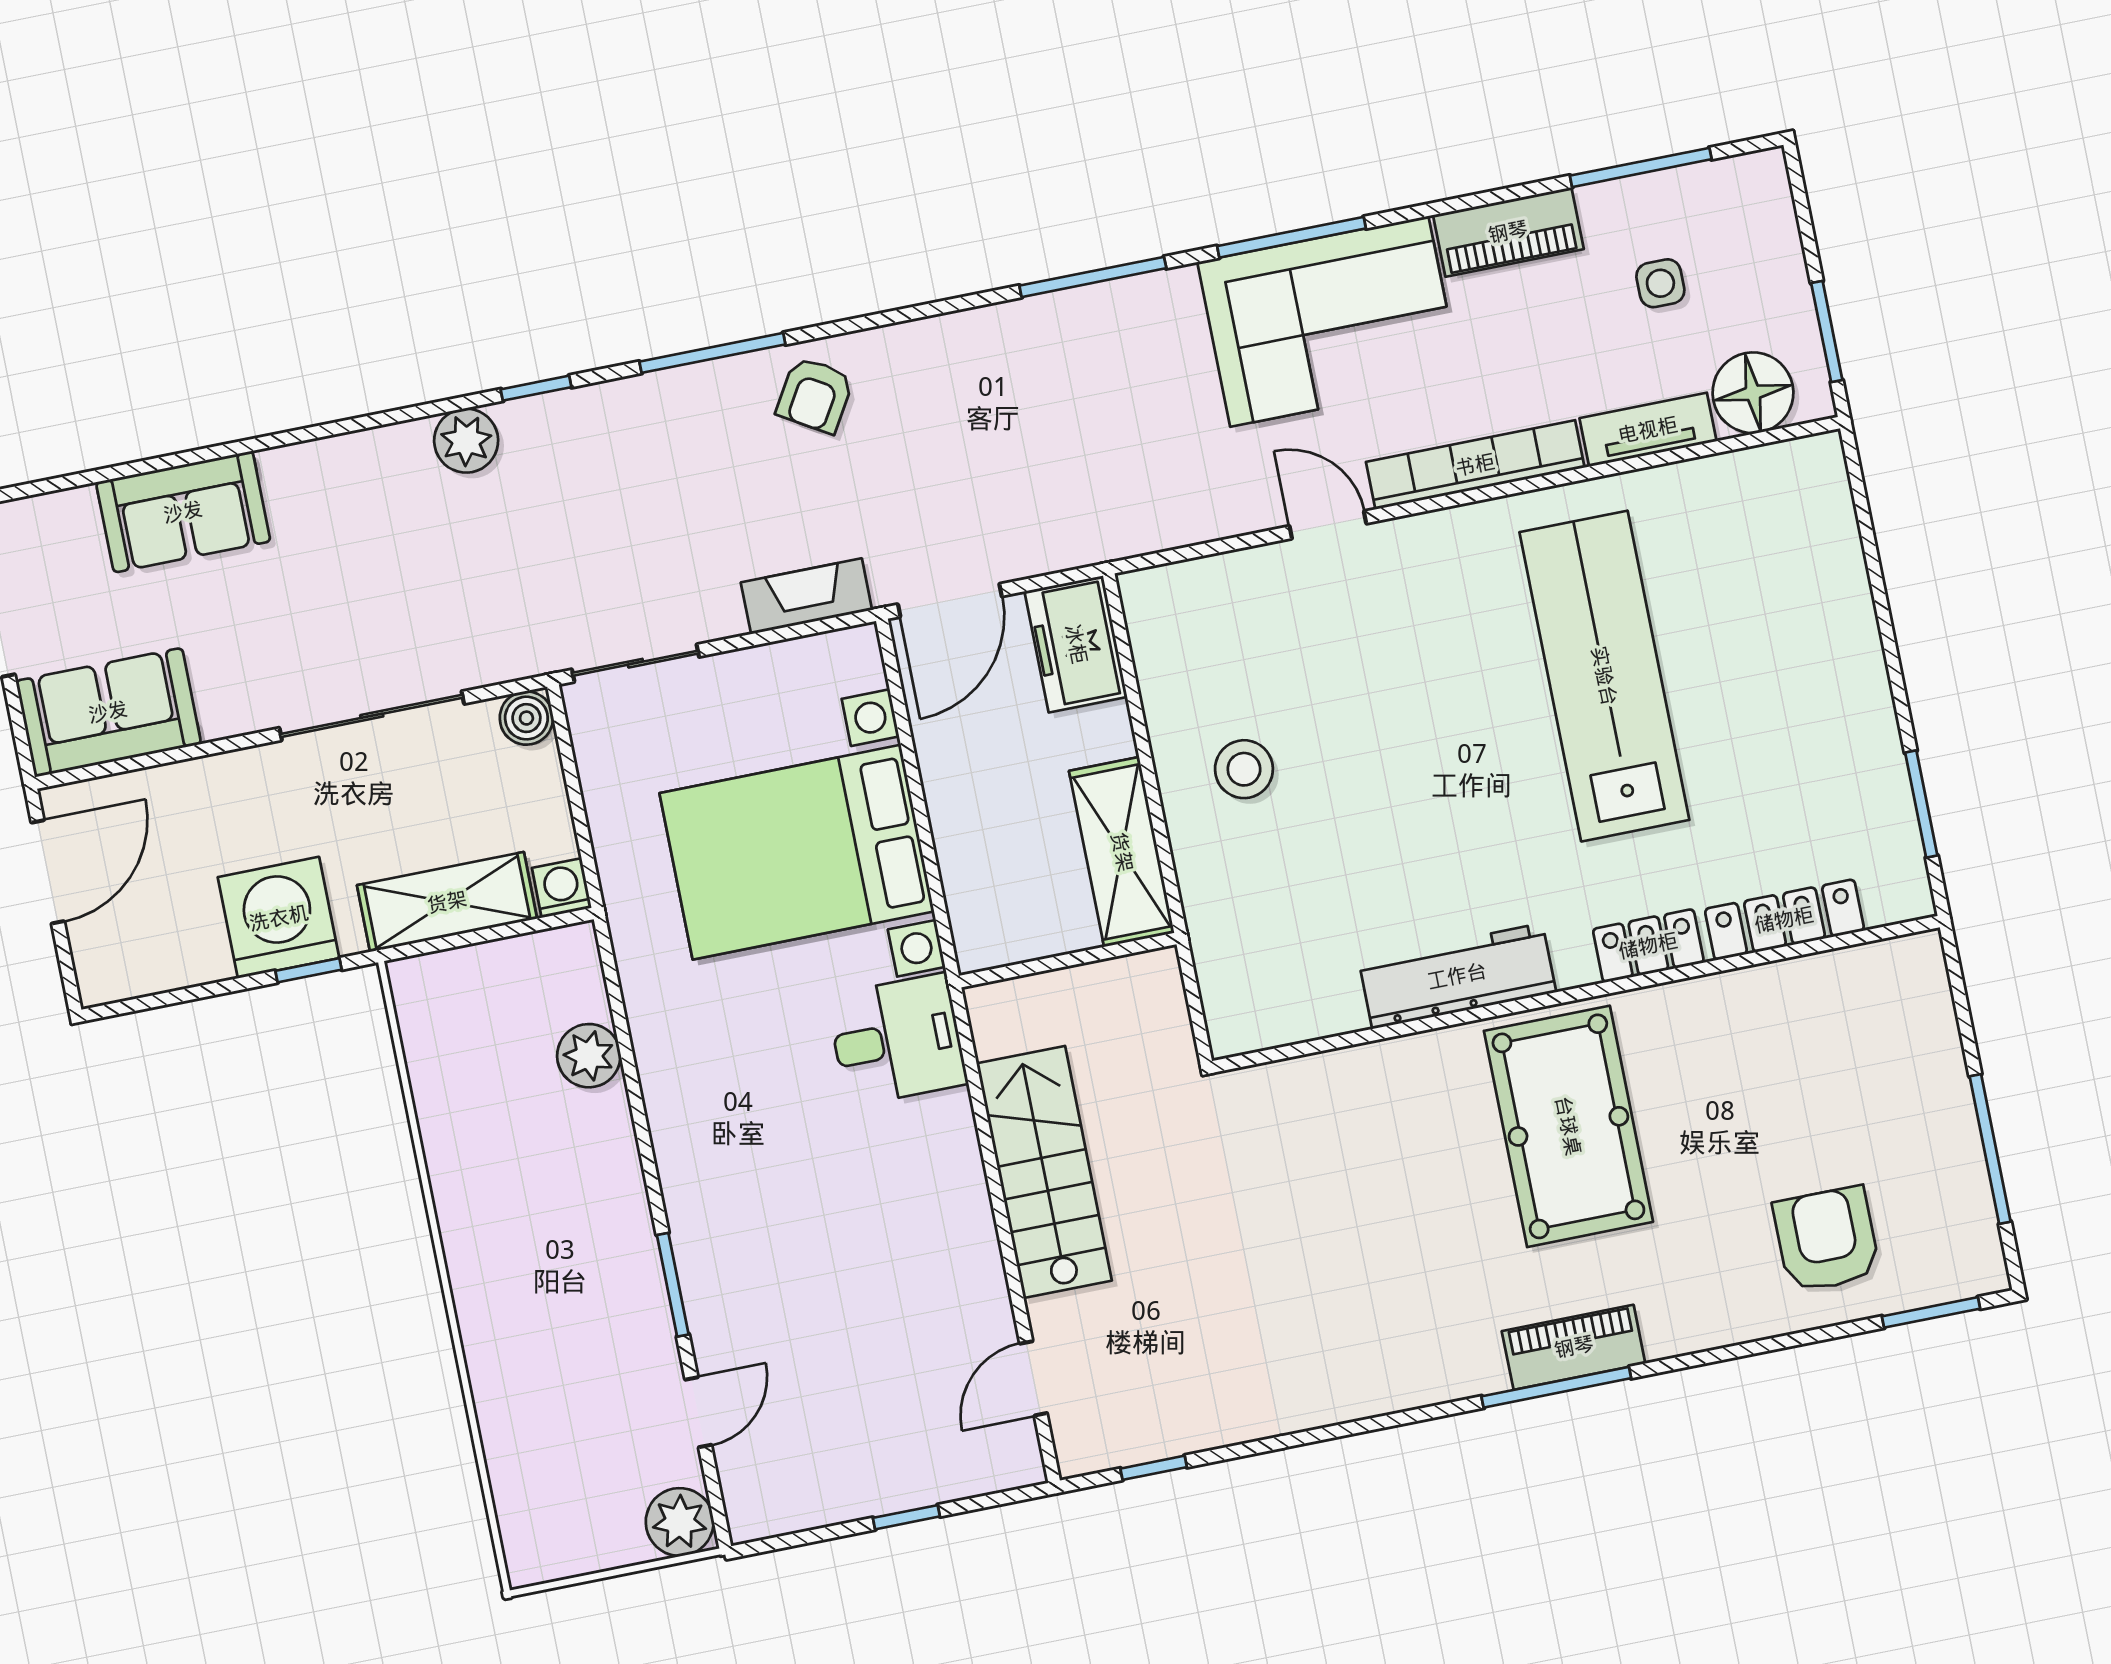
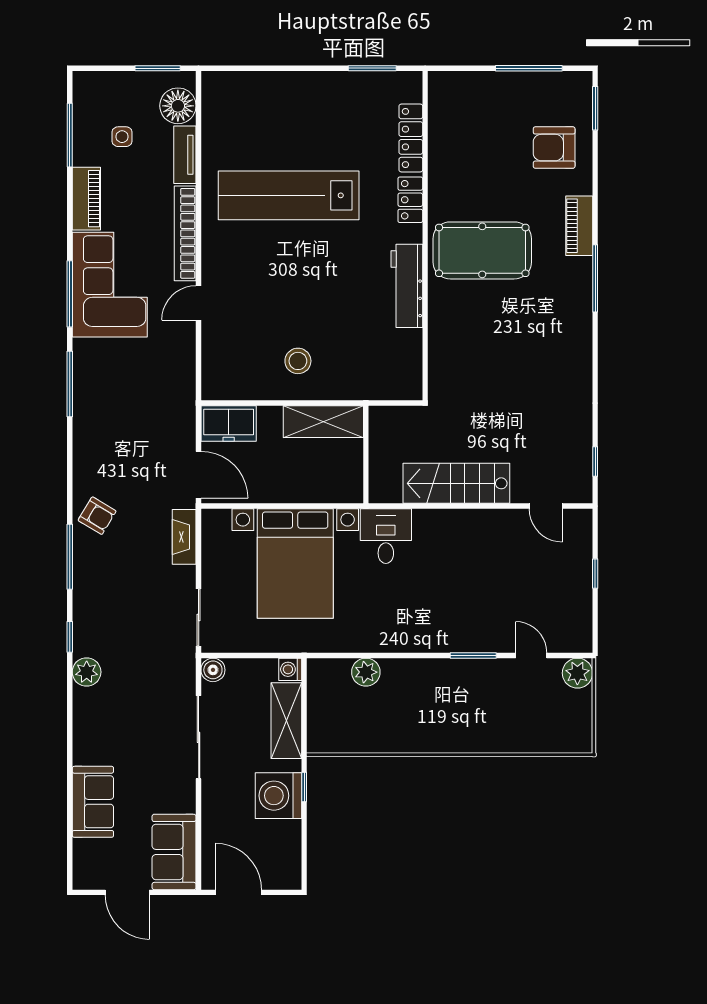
piano: (1574, 1347) -> (579, 226), moved

